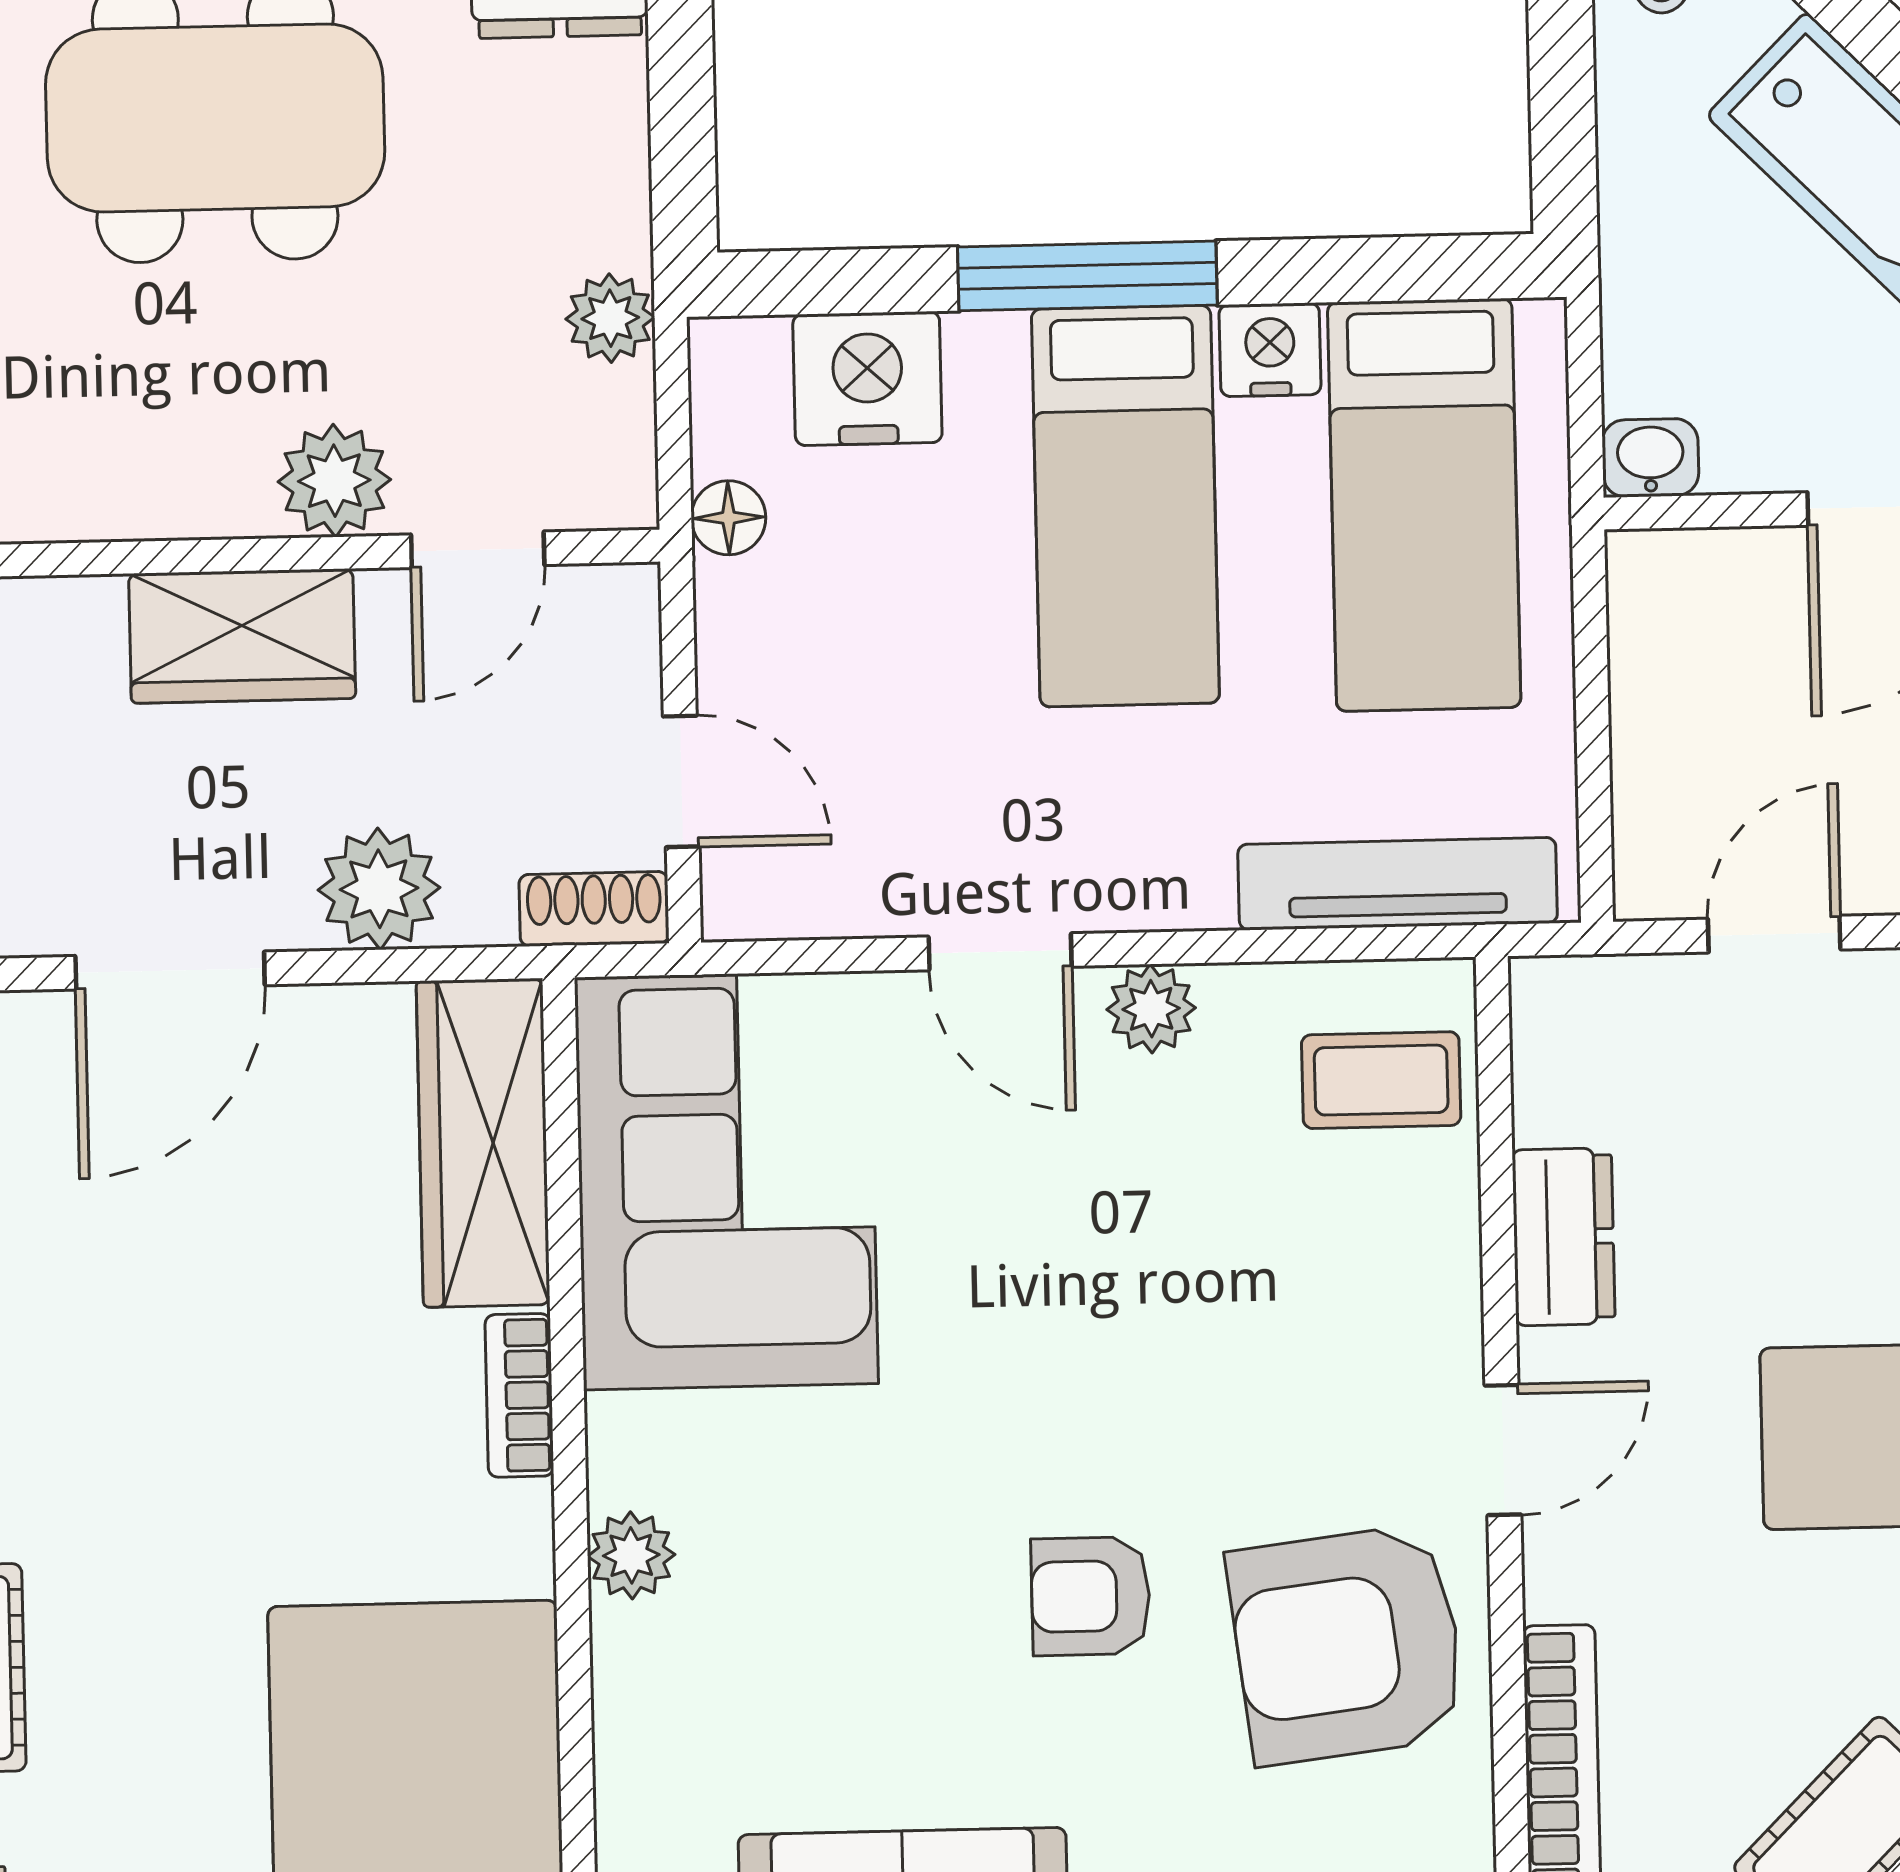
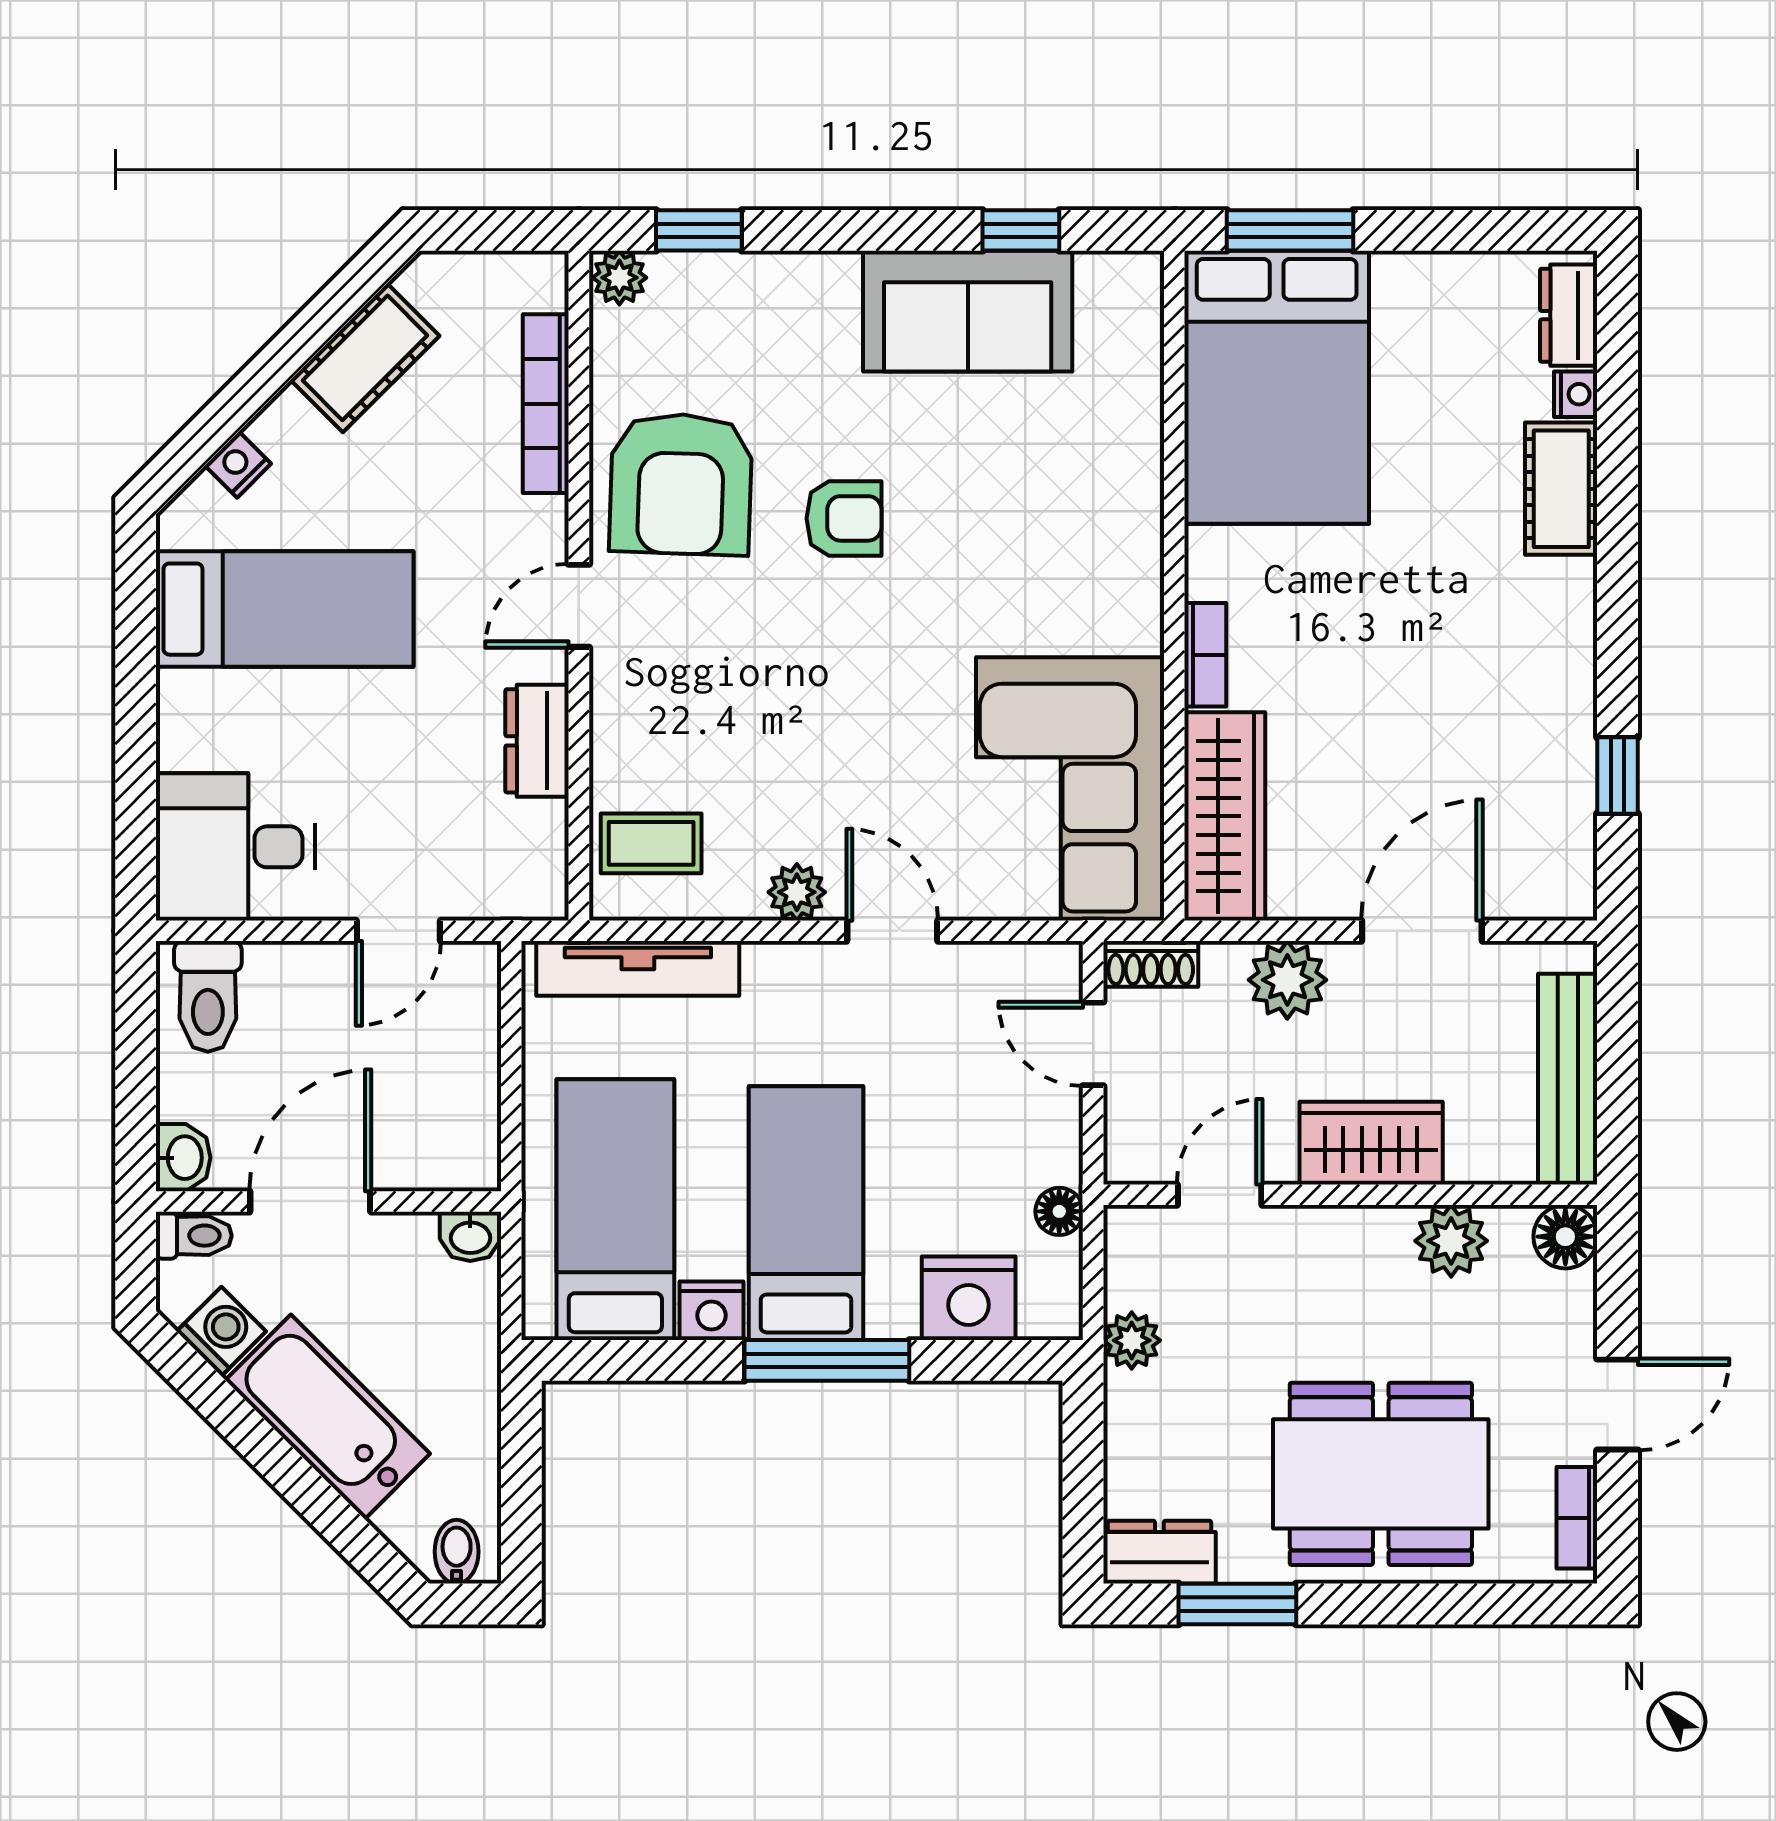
plant: (334, 481) -> (1451, 1241), moved
plant: (631, 1555) -> (1136, 551), removed
armchair: (1347, 1644) -> (681, 484), turned 99

